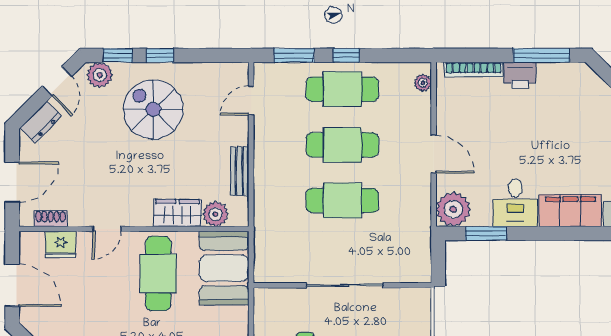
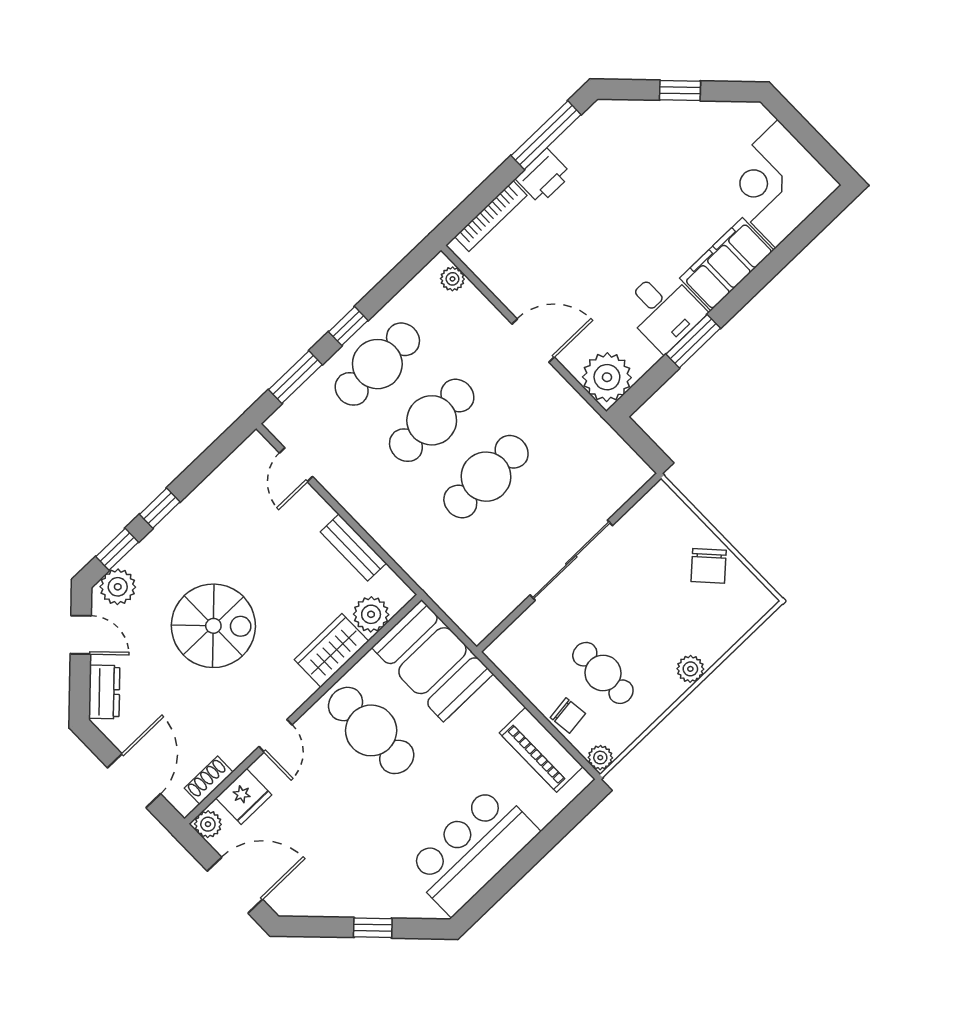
spiral stairs: (153, 109) -> (213, 626), moved, turned 180
window: (486, 233) -> (693, 341), moved
plant: (29, 241) -> (208, 824), added

